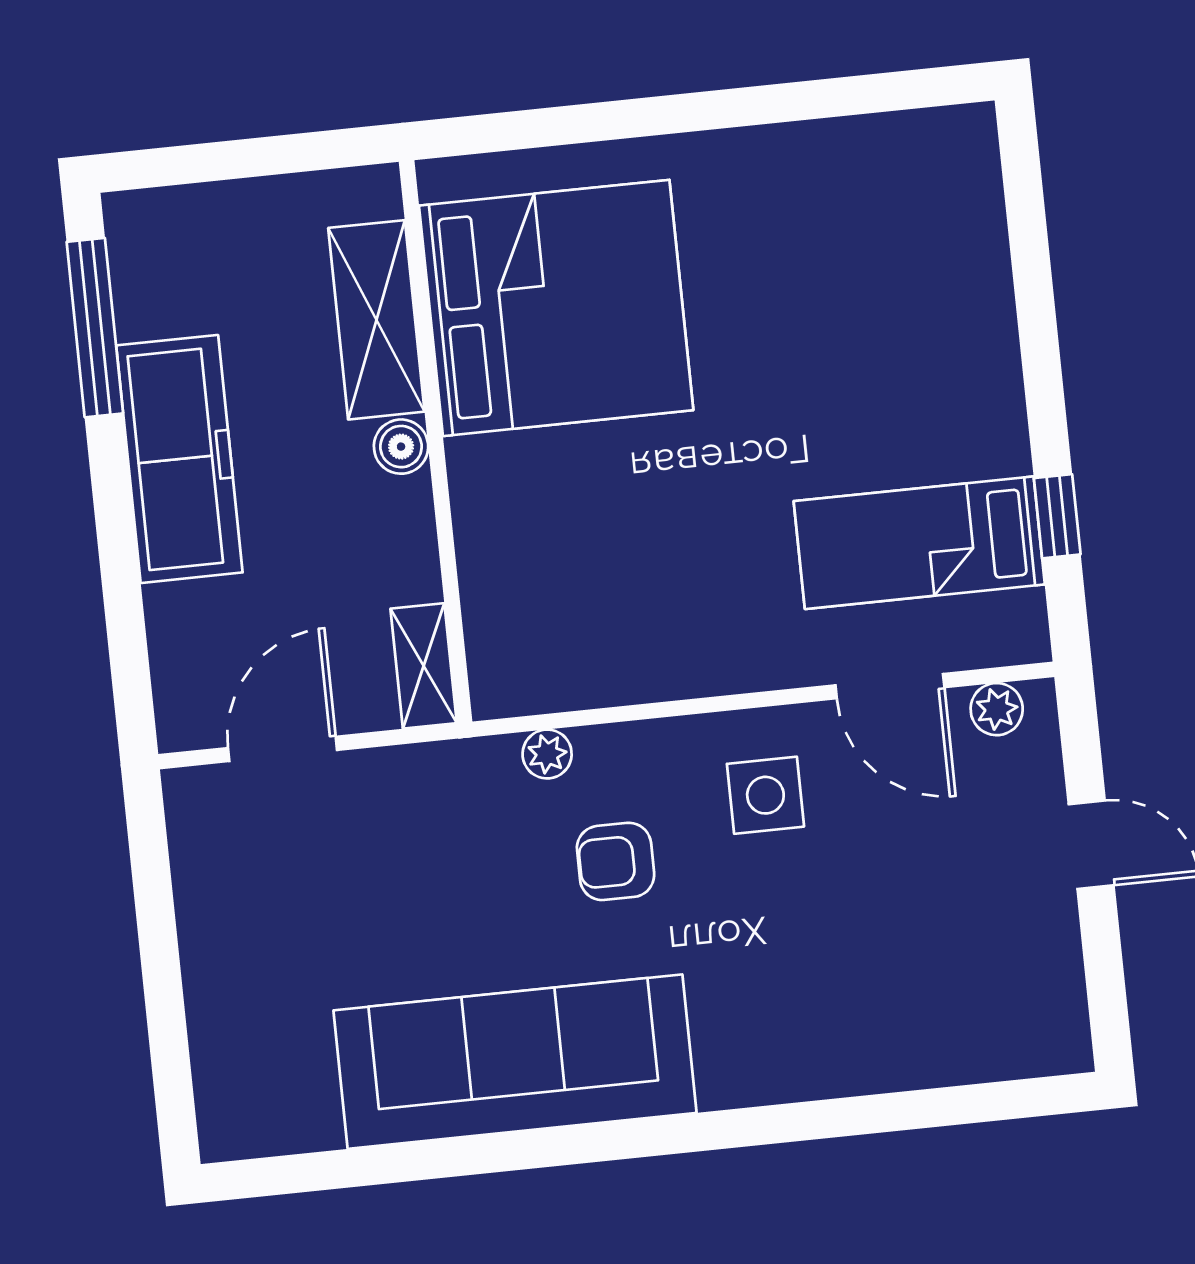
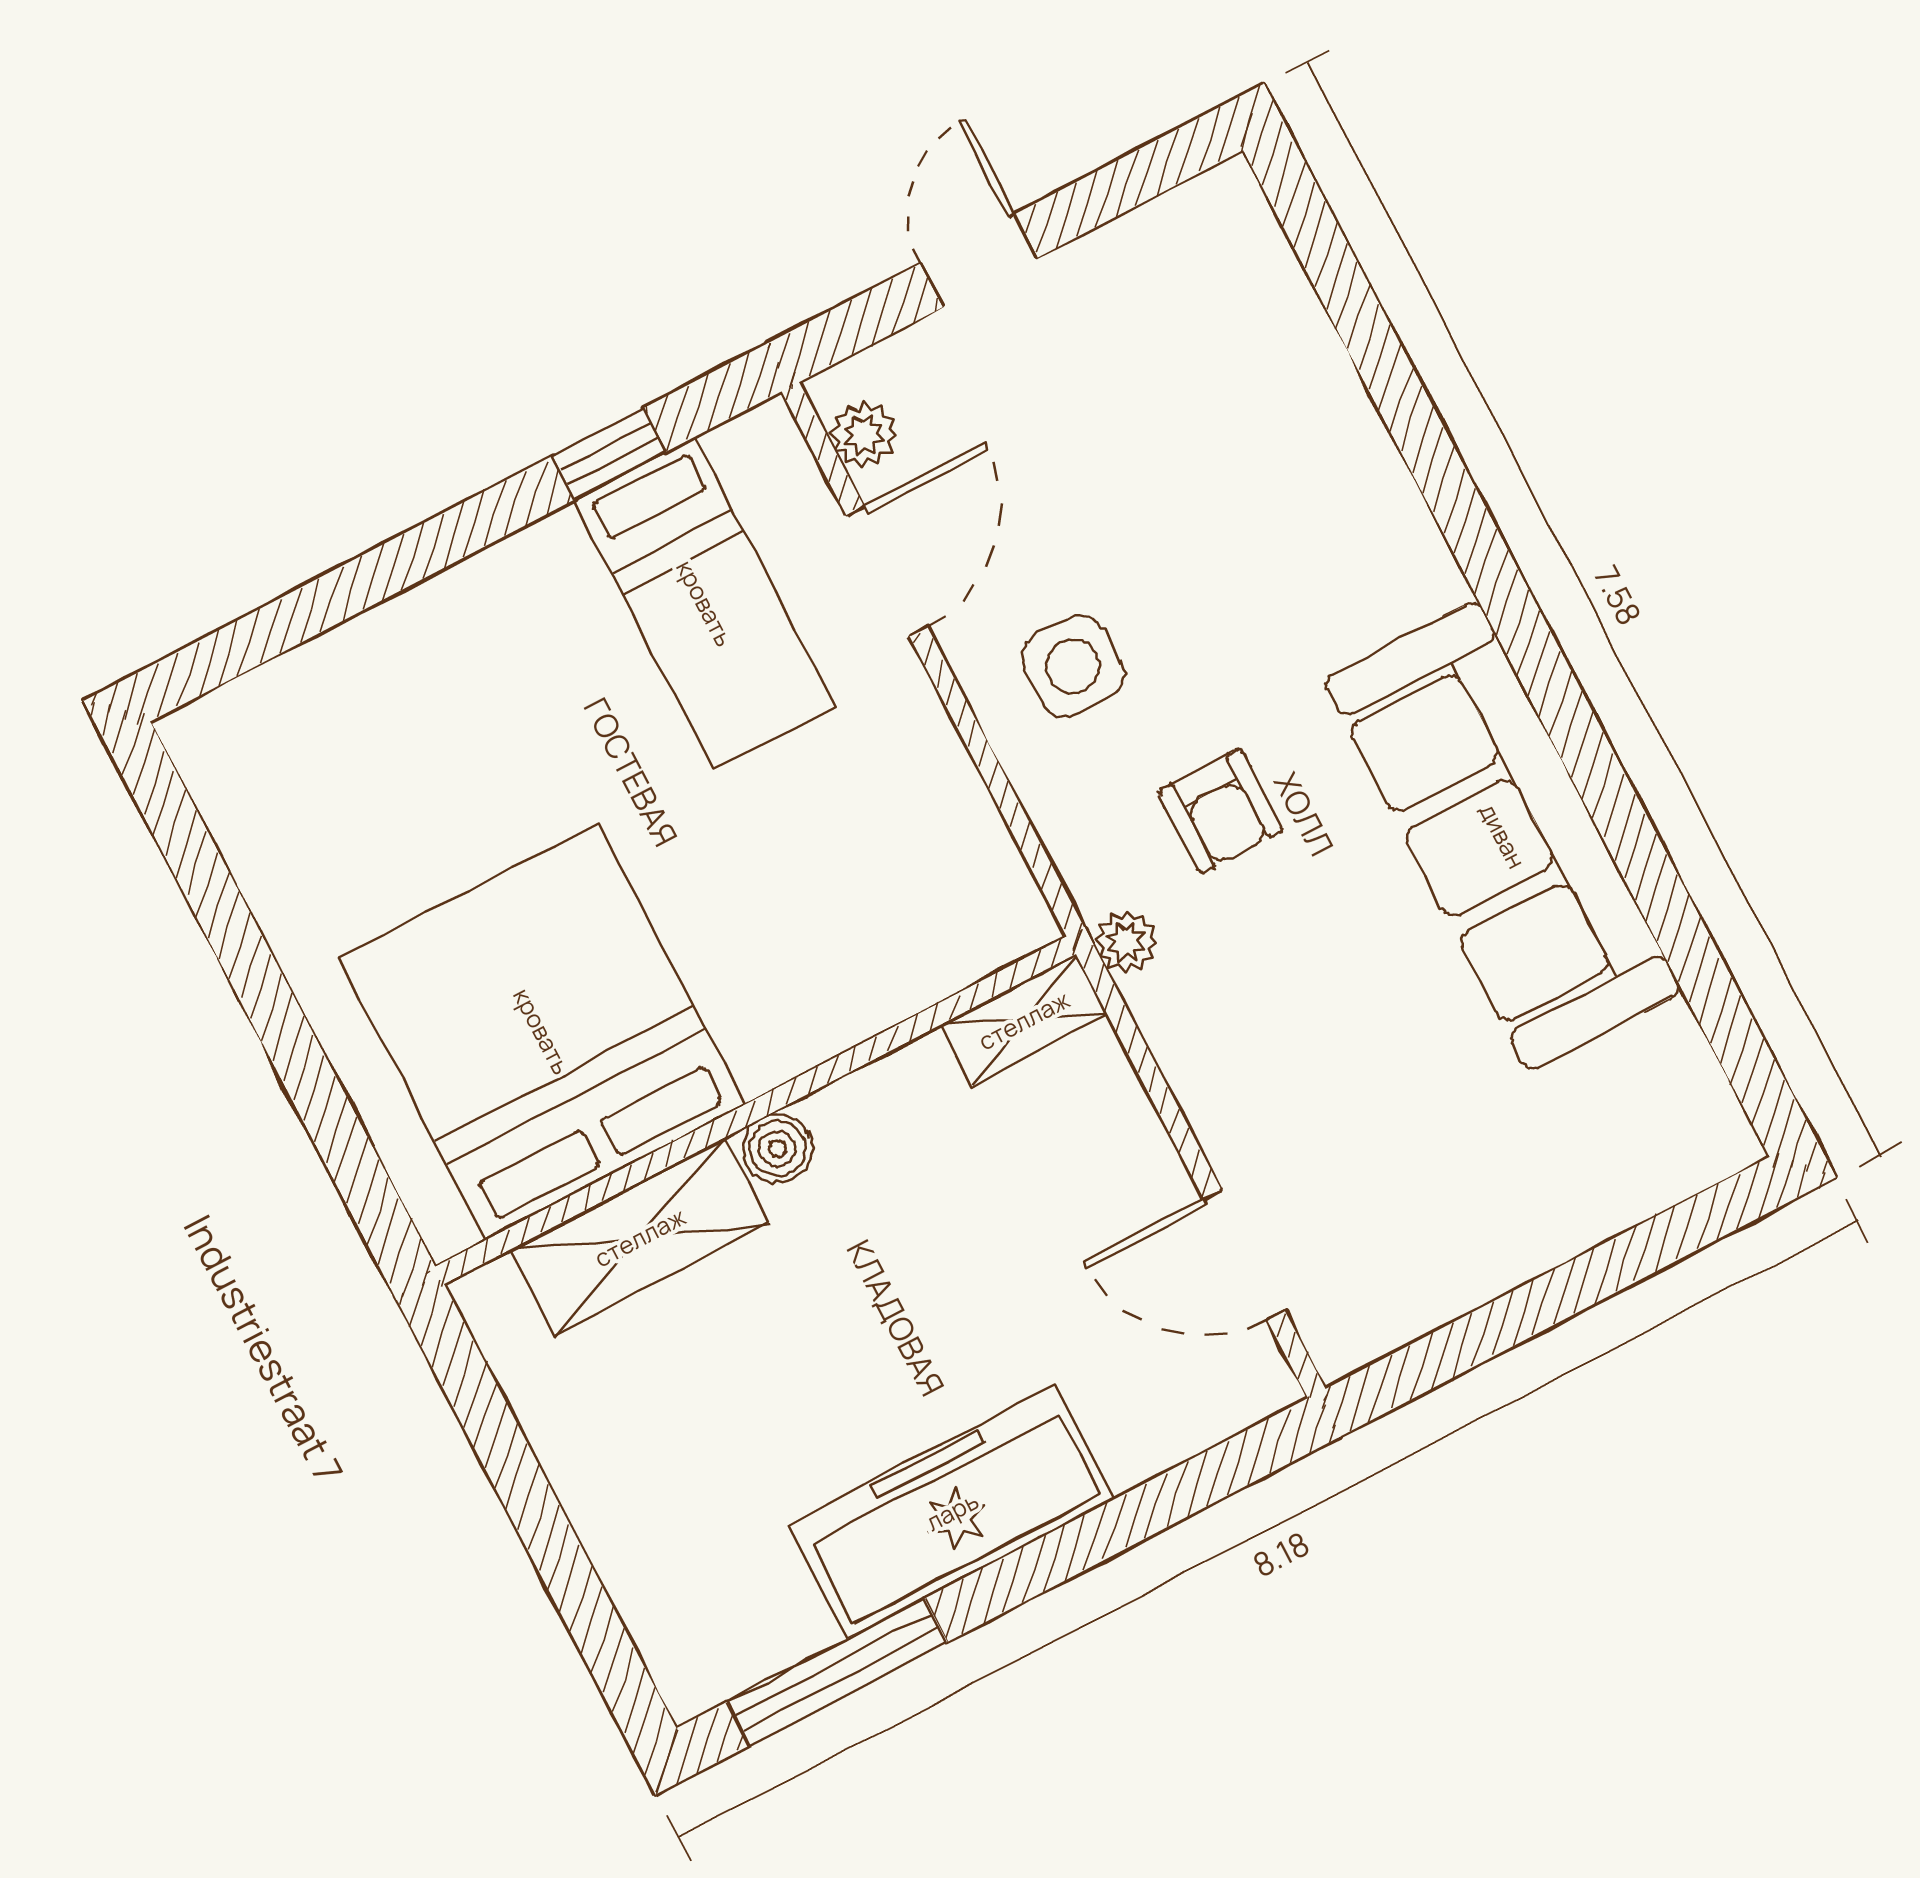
bed: (556, 308) -> (542, 1031), moved
shelving: (376, 320) -> (640, 1237), moved
wall: (436, 442) -> (755, 1110), moved
boiler: (401, 447) -> (777, 1149), moved
shelving: (424, 666) -> (1024, 1020), moved

